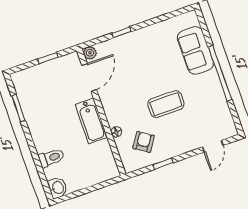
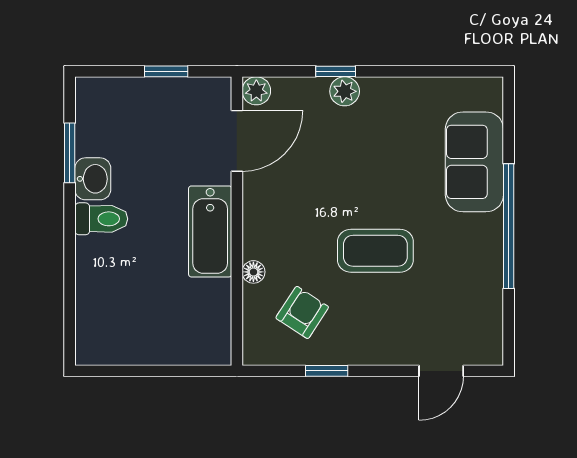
plant: (128, 40) -> (345, 91), added
toilet: (51, 158) -> (101, 219), moved
washbasin: (58, 188) -> (93, 179), moved

